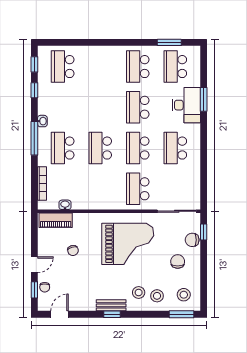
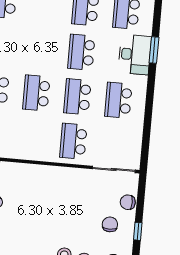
window: (204, 232) -> (138, 231), moved
grand piano: (128, 244) -> (57, 200), removed

